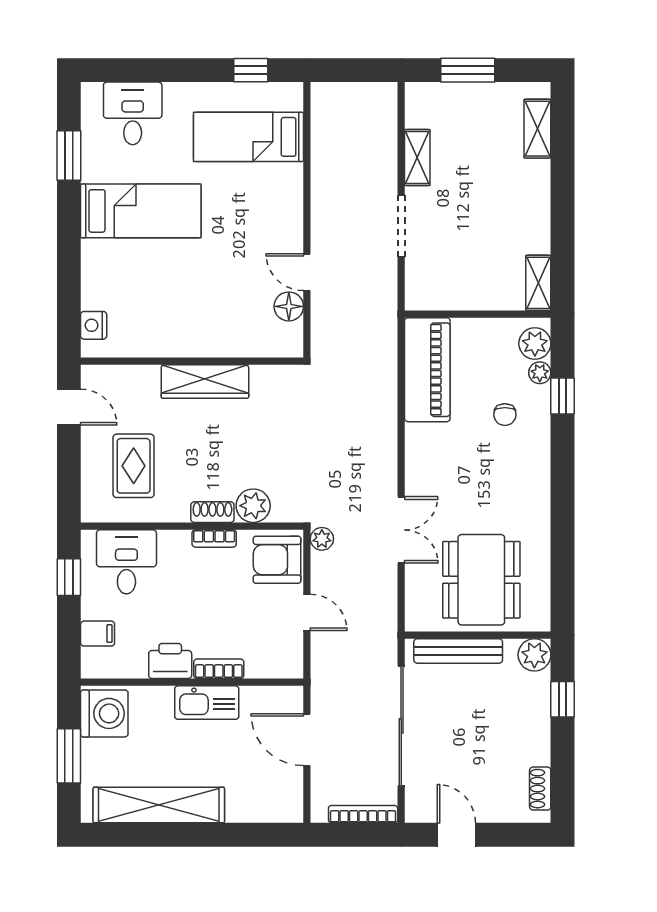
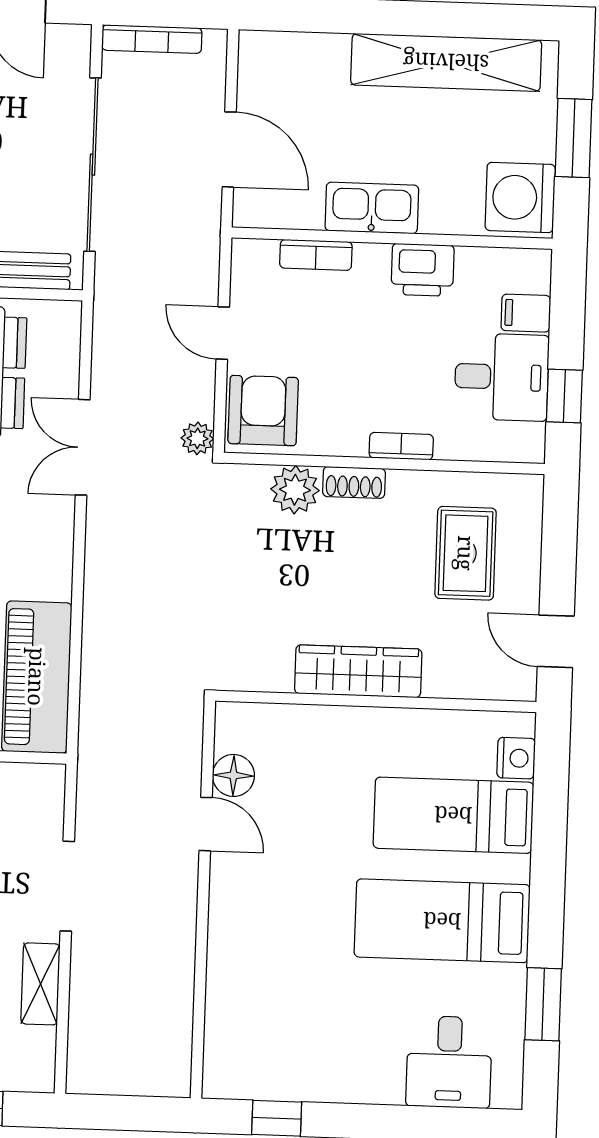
bed: (249, 137) -> (453, 815), moved, turned 180
bookcase: (214, 538) -> (401, 446), moved
armchair: (277, 560) -> (263, 411), turned -90
desk: (126, 562) -> (502, 377), moved, turned -90
bookcase: (219, 669) -> (316, 255), moved

